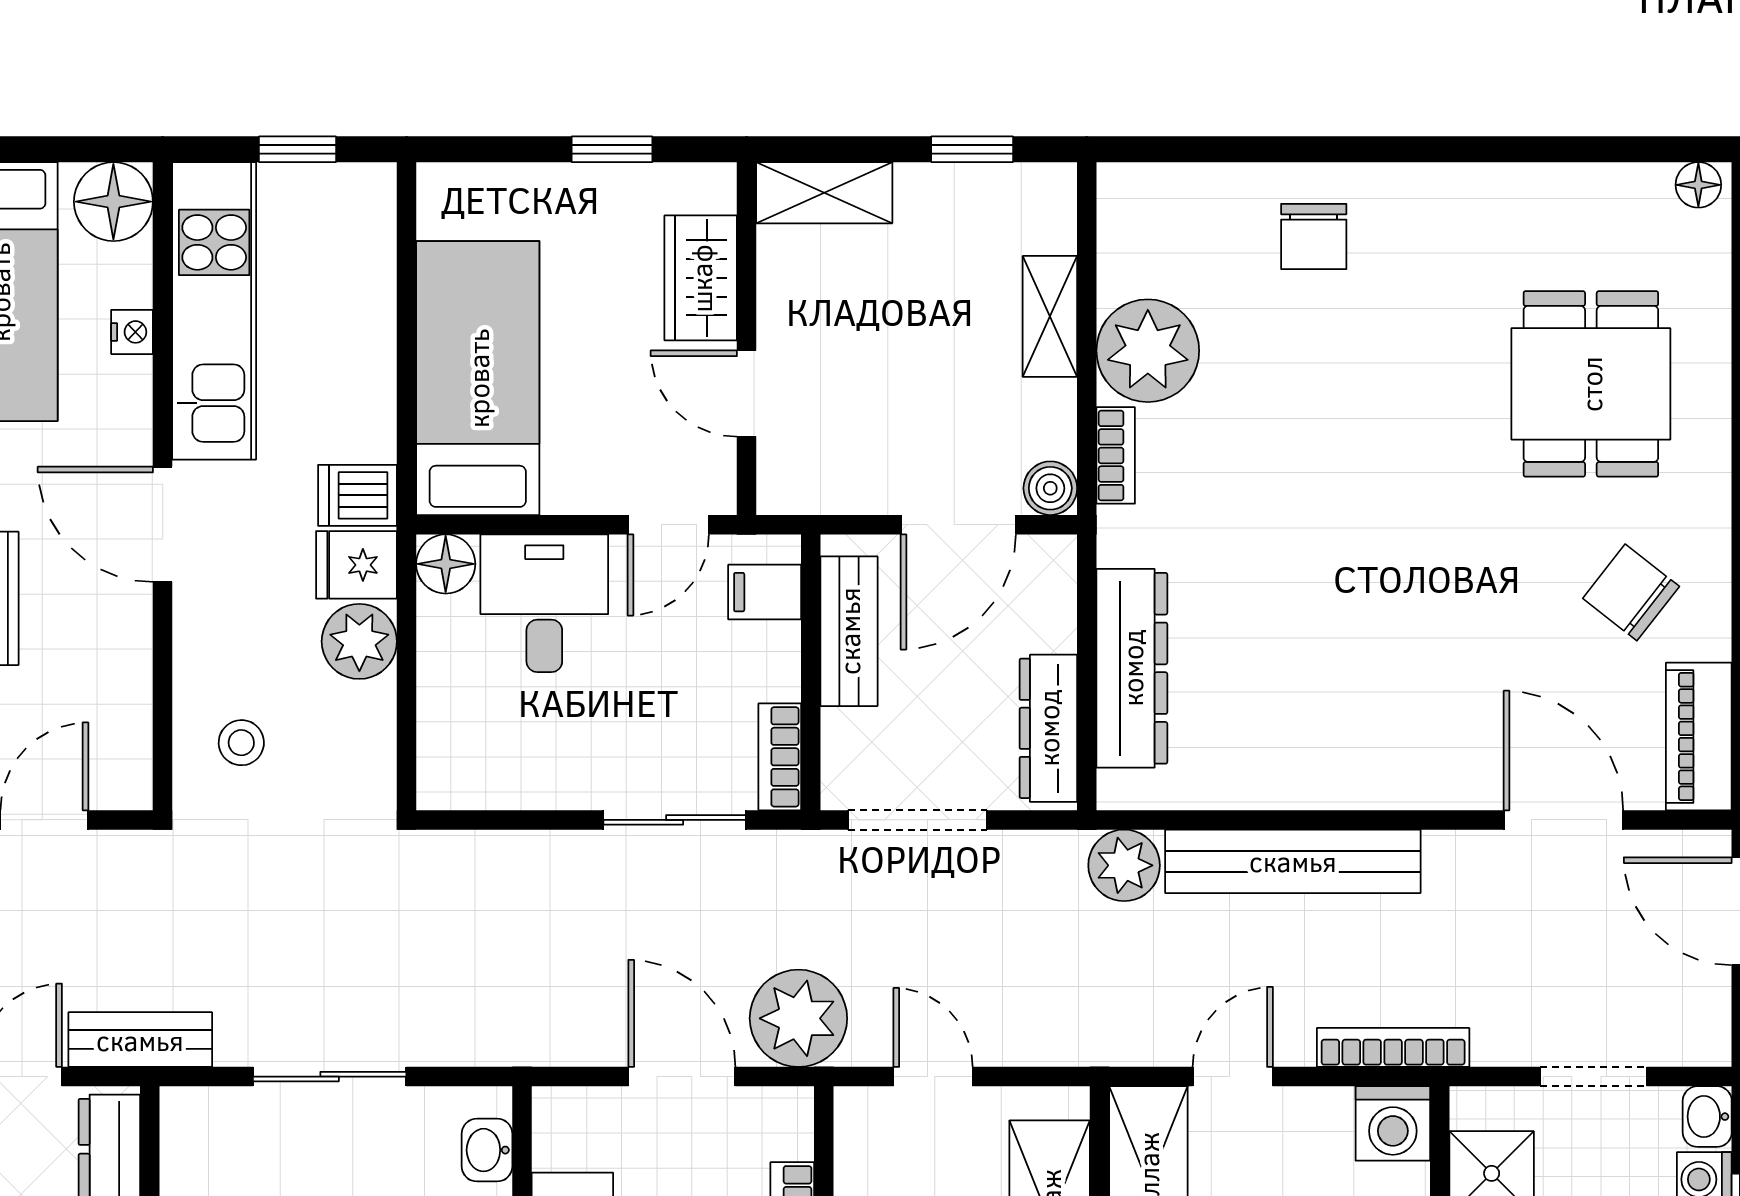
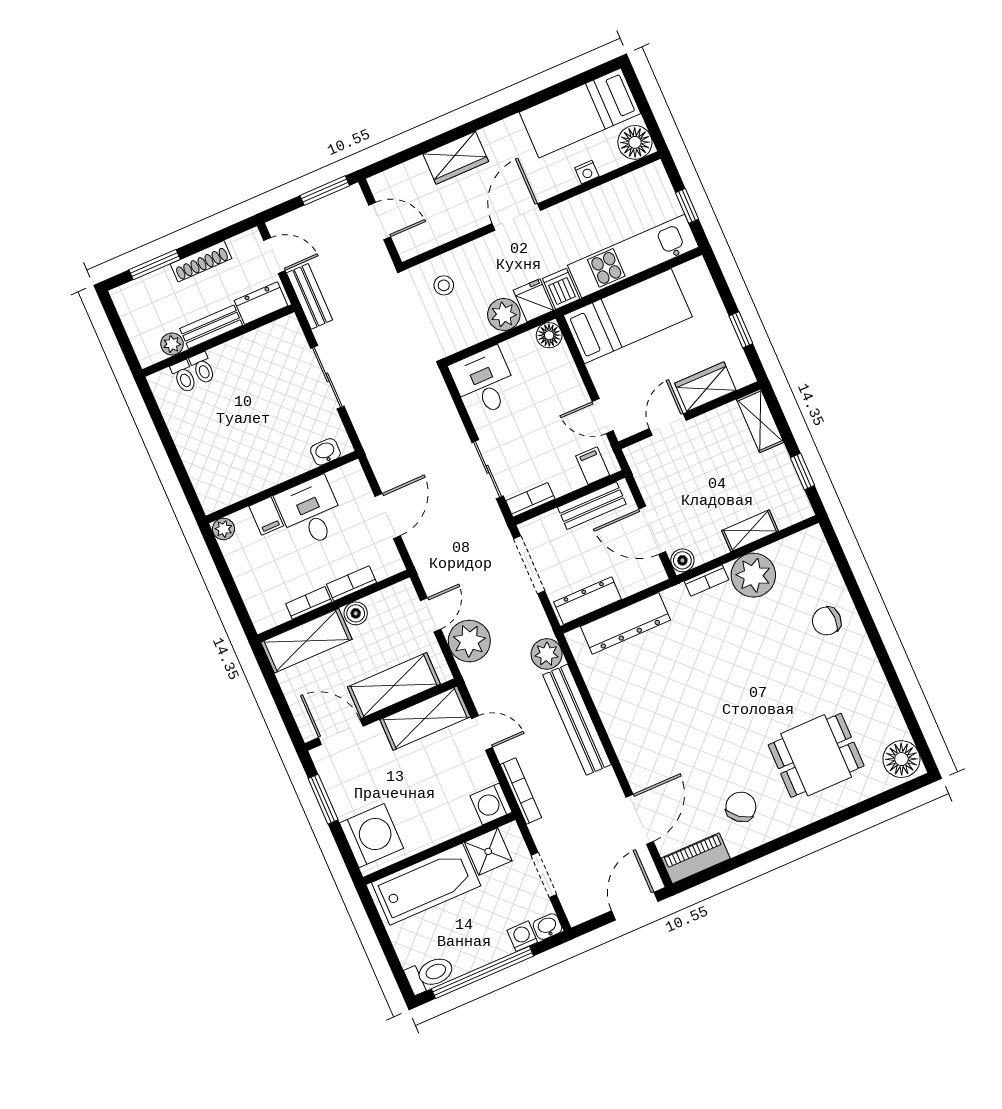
floor lamp: (1698, 185) -> (901, 759), width x1.89, depth x1.89
kitchen unit: (214, 311) -> (633, 256), moved, turned 180
desk: (544, 603) -> (484, 382), moved, turned -90
plant: (798, 1018) -> (469, 641), moved

